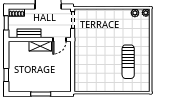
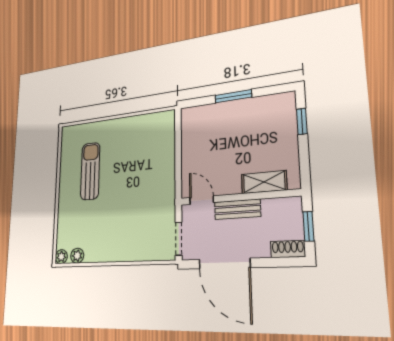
bench: (29, 33) -> (237, 209), moved
door: (60, 39) -> (202, 200), hinge flipped
shelving: (40, 46) -> (264, 182), moved

